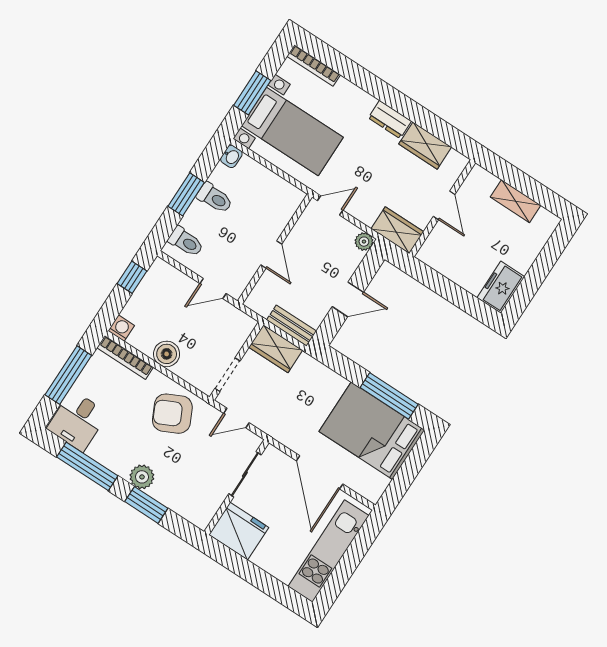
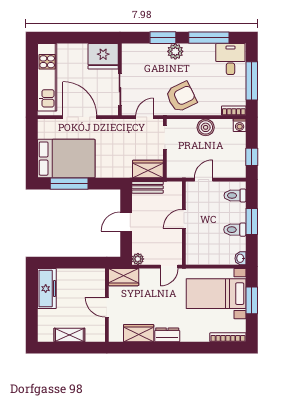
door: (271, 254) -> (184, 219), hinge flipped
freezer: (501, 287) -> (47, 289), width x1.40
bookcase: (125, 358) -> (234, 111), width x0.64

